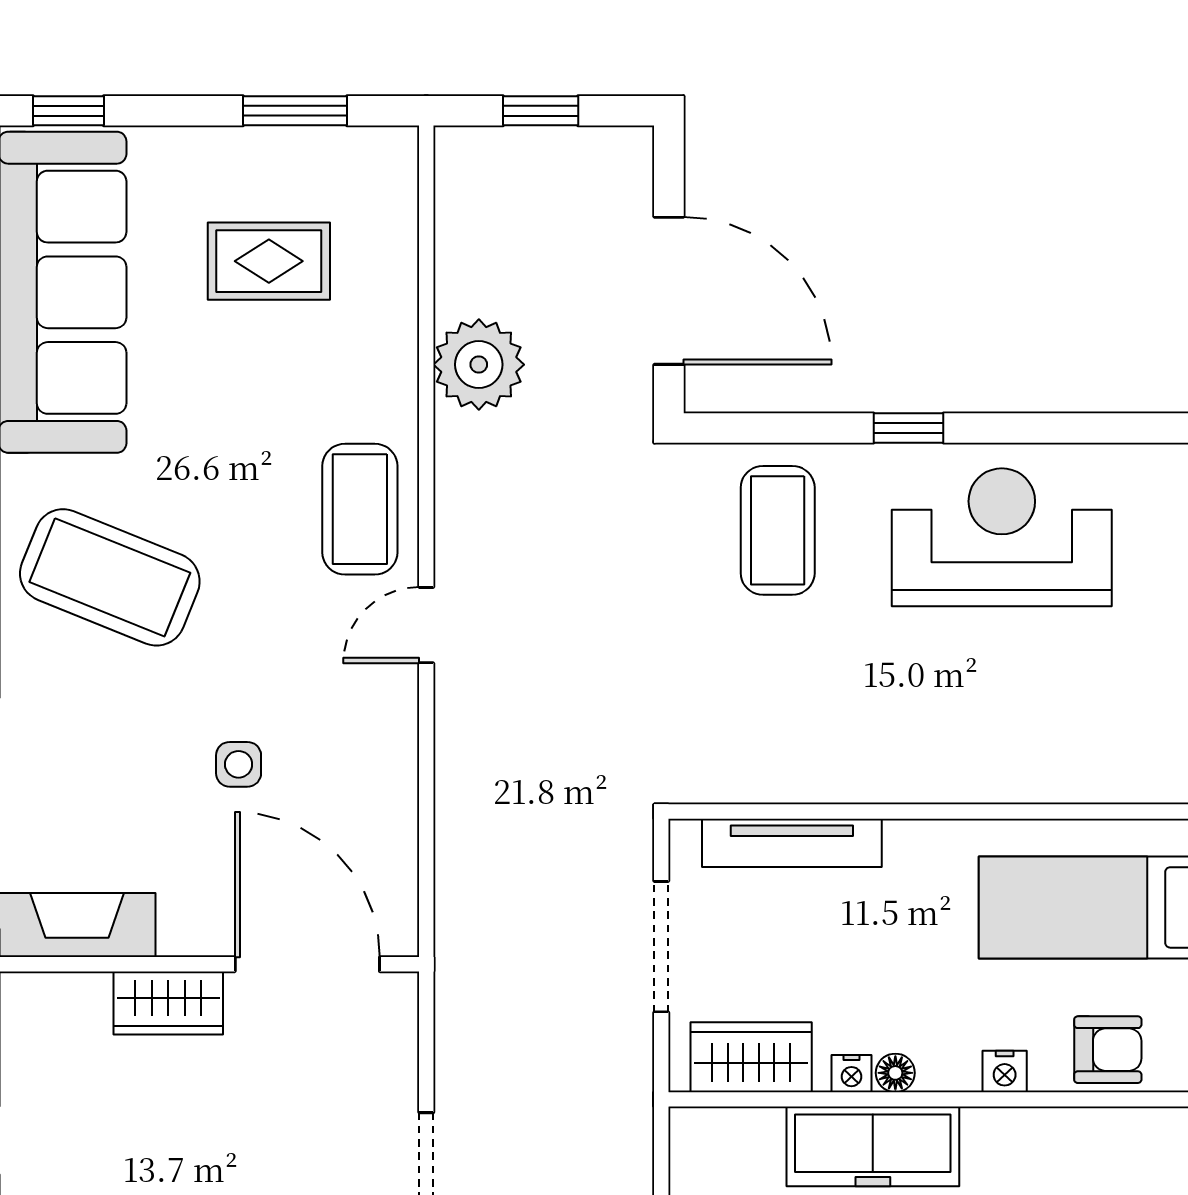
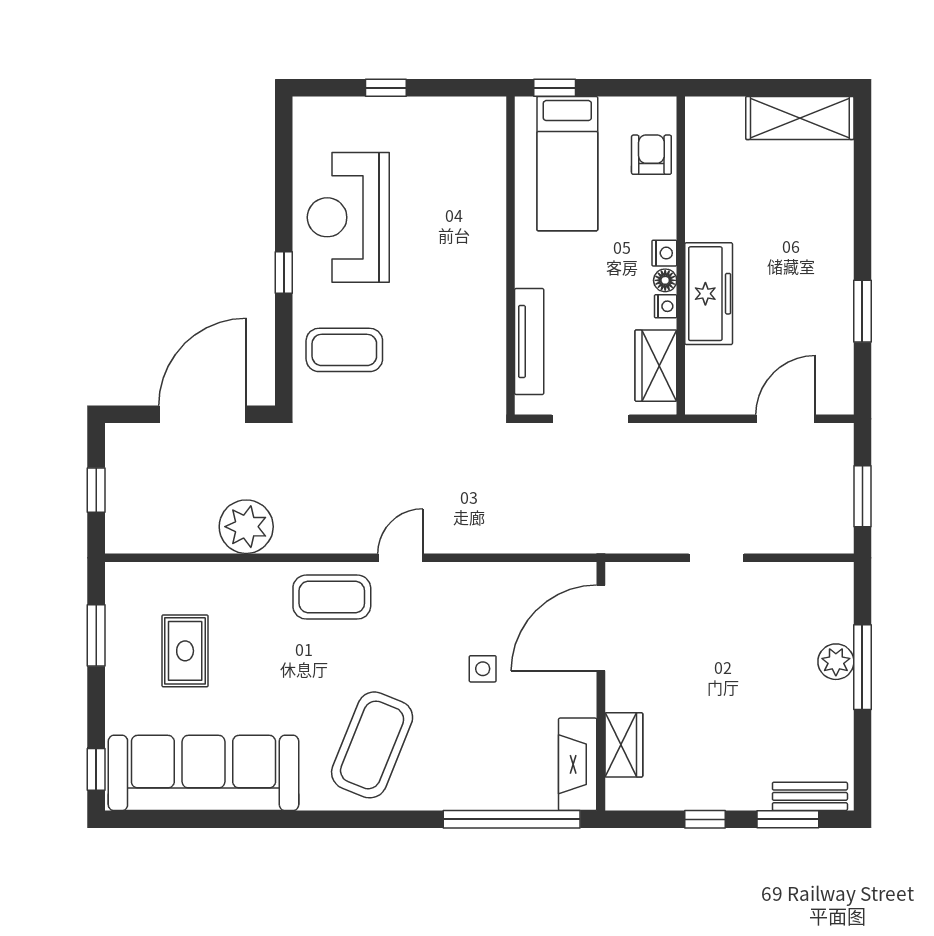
door: (426, 625) -> (400, 558), swing flipped
wardrobe: (168, 1003) -> (624, 745), moved
nightstand: (1005, 1071) -> (664, 253), moved

